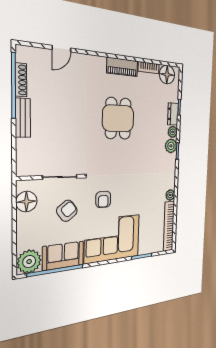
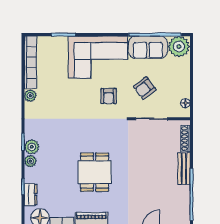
shoe rack: (21, 80) -> (186, 139), moved
dresser: (173, 114) -> (31, 195), moved
armchair: (103, 199) -> (109, 96), turned 180
floor lamp: (26, 202) -> (185, 103), width x0.53, depth x0.53

